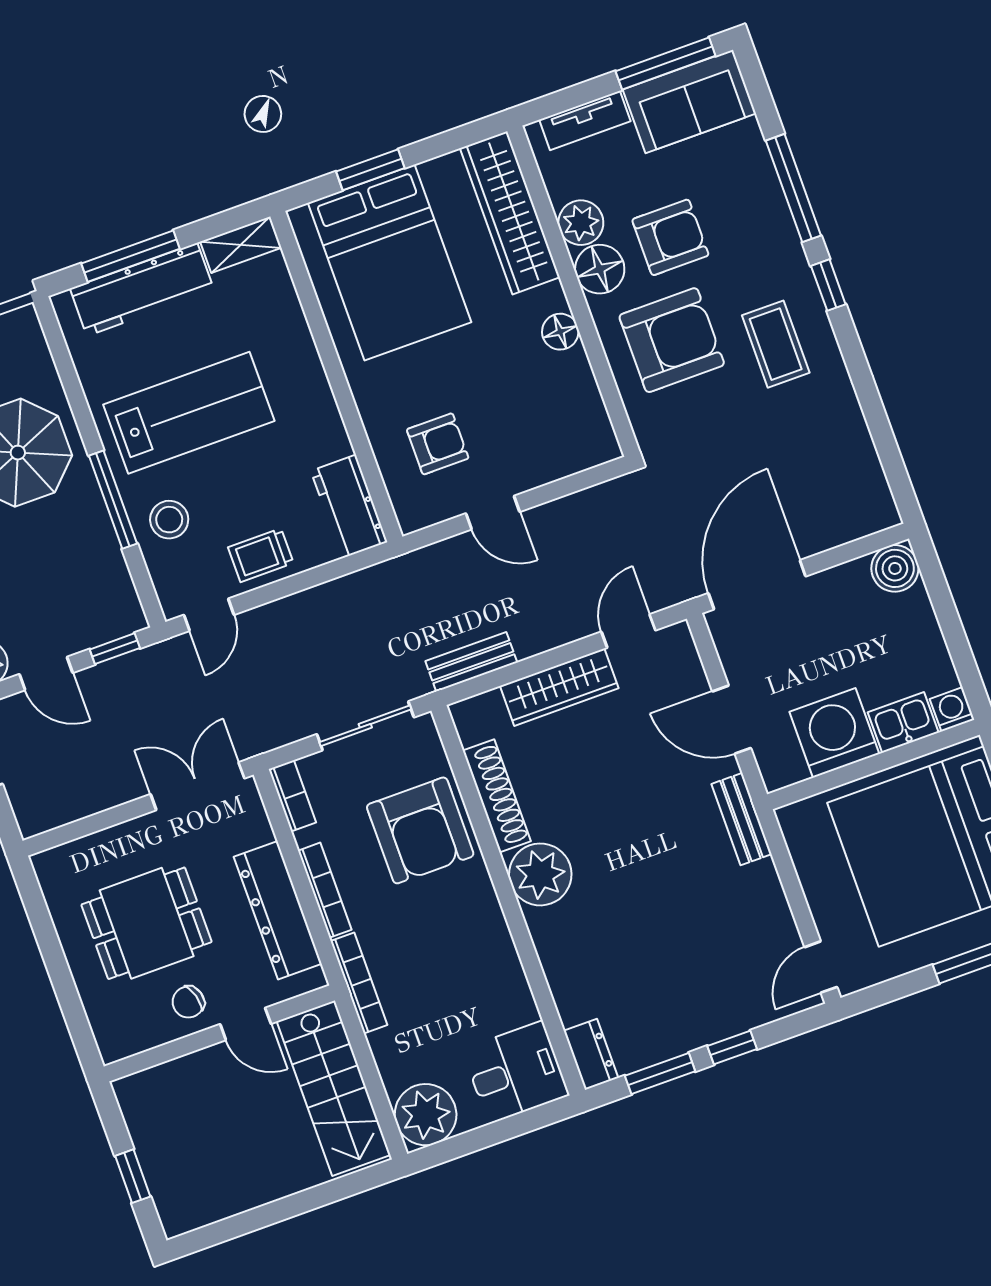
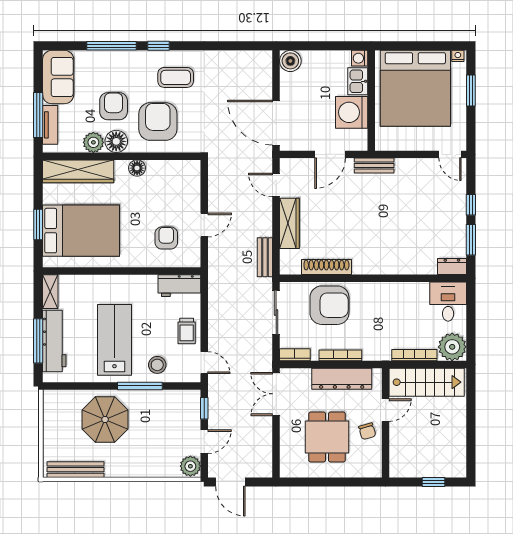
window: (666, 63) -> (38, 115), moved
plant: (540, 874) -> (367, 260), removed
bookcase: (359, 983) -> (414, 355), moved

